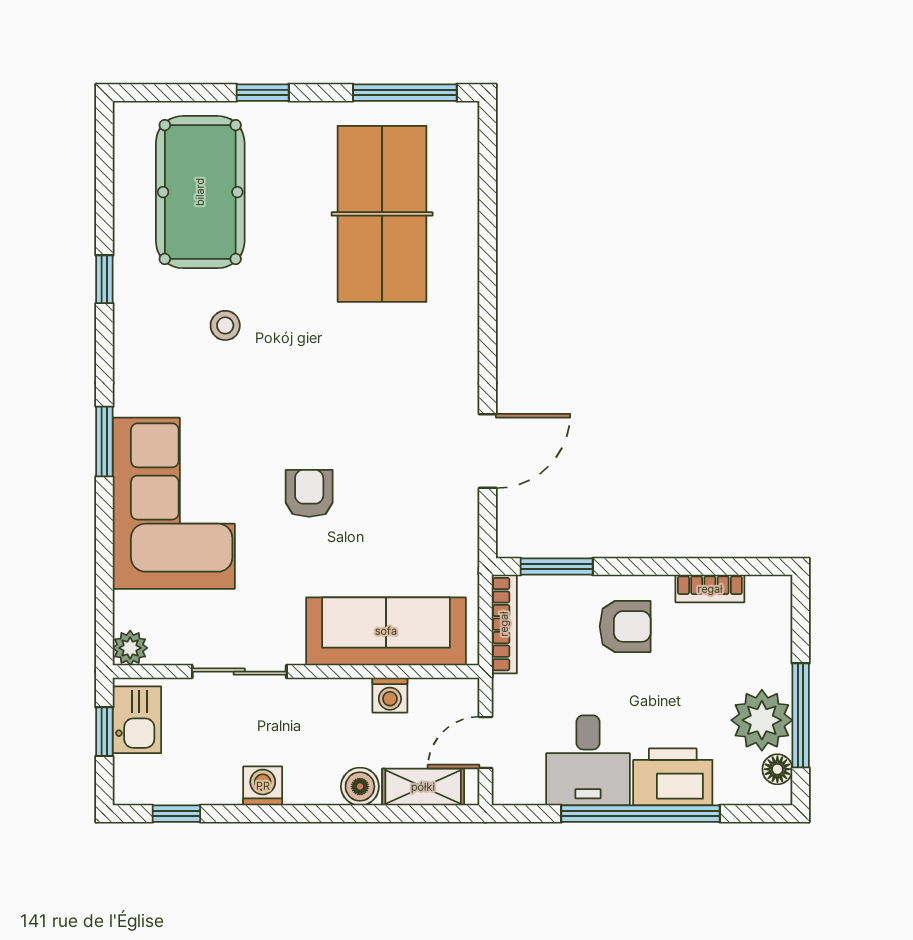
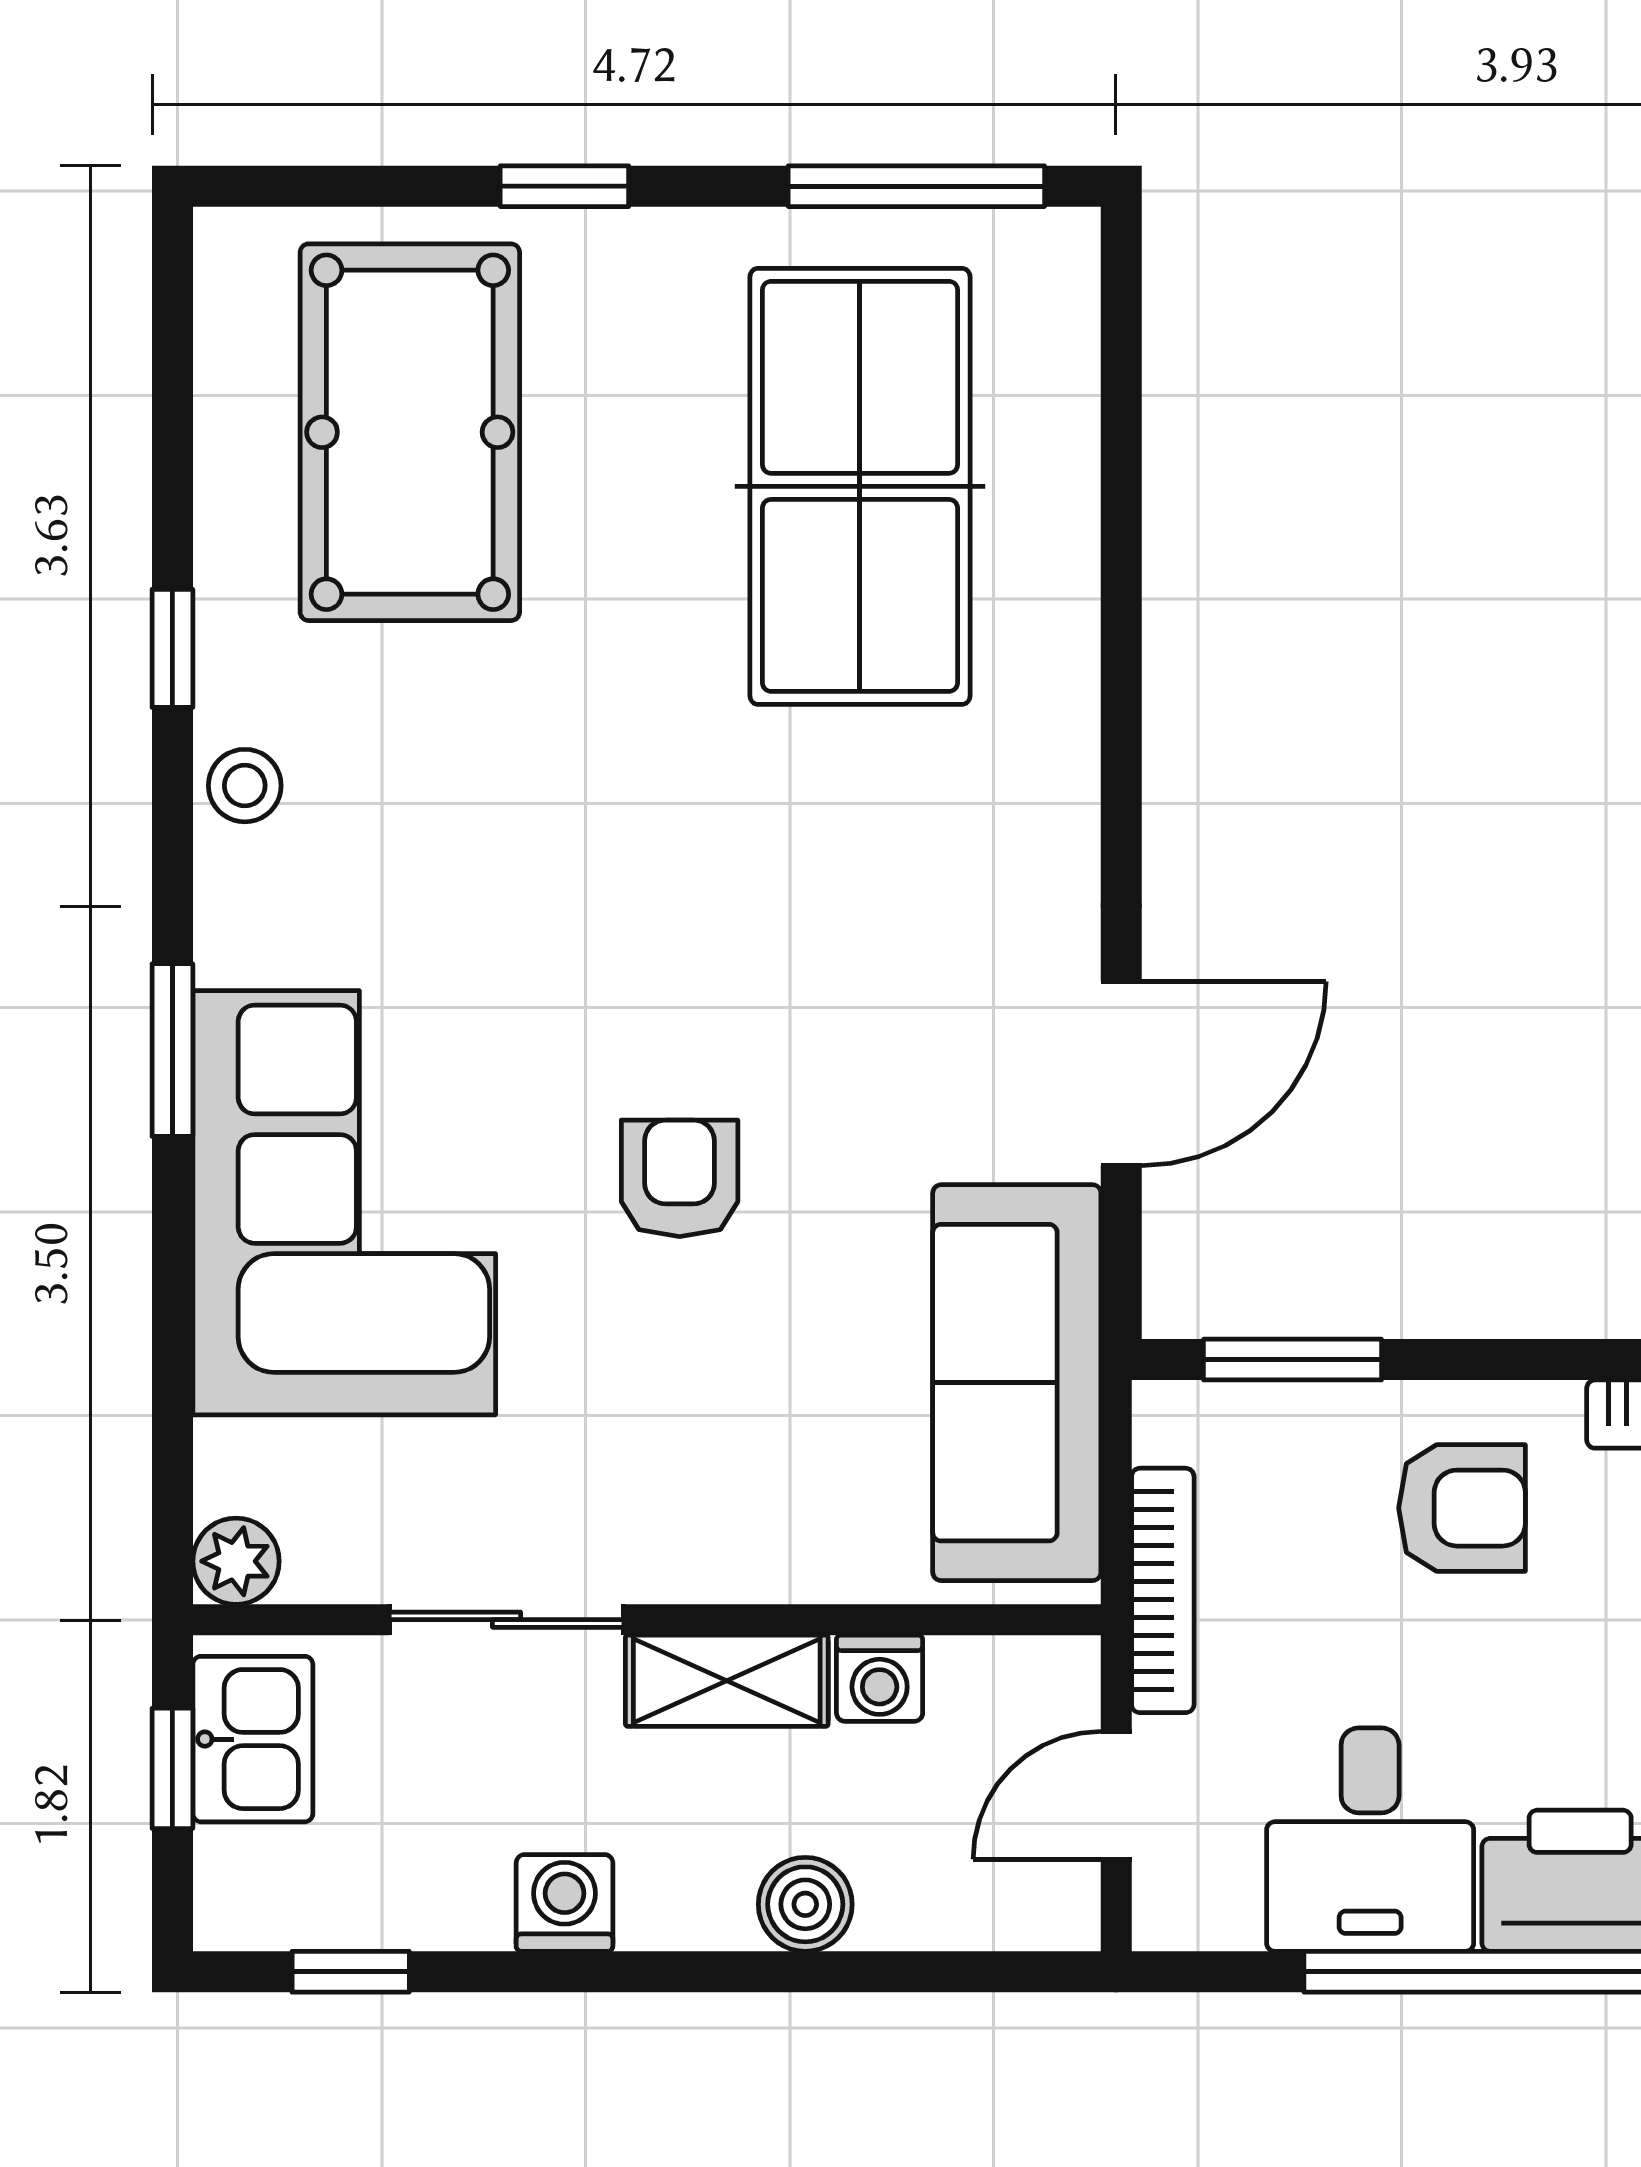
stool: (225, 325) -> (245, 786), moved
bookcase: (504, 624) -> (1163, 1590), moved
sofa: (386, 631) -> (1017, 1383), moved, turned -90
shelving: (423, 787) -> (727, 1681), moved

